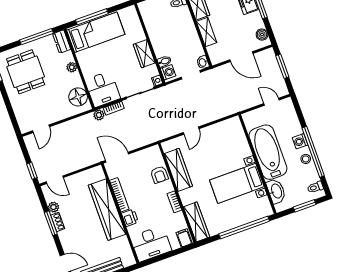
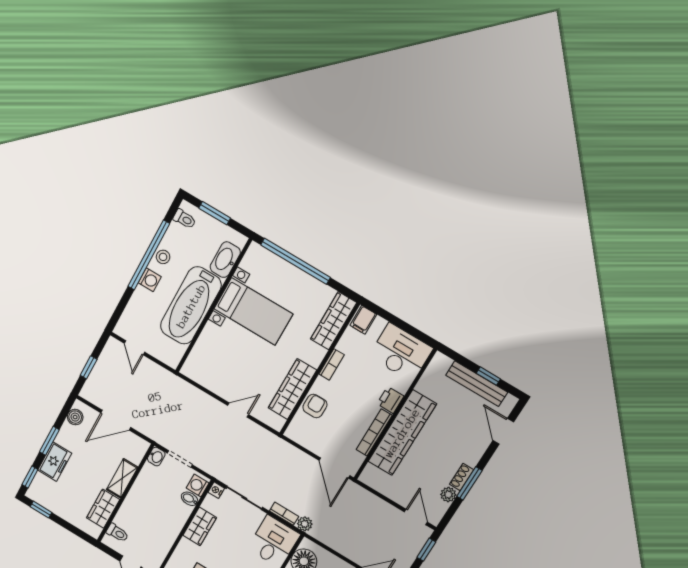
door: (241, 57) -> (116, 420), swing flipped
window: (282, 66) -> (89, 367), width x0.67

